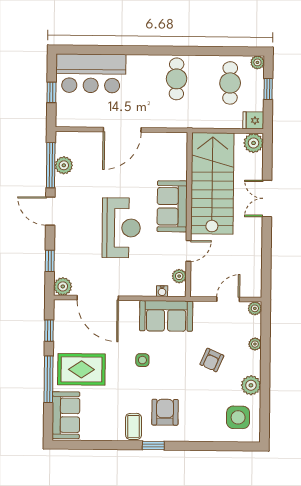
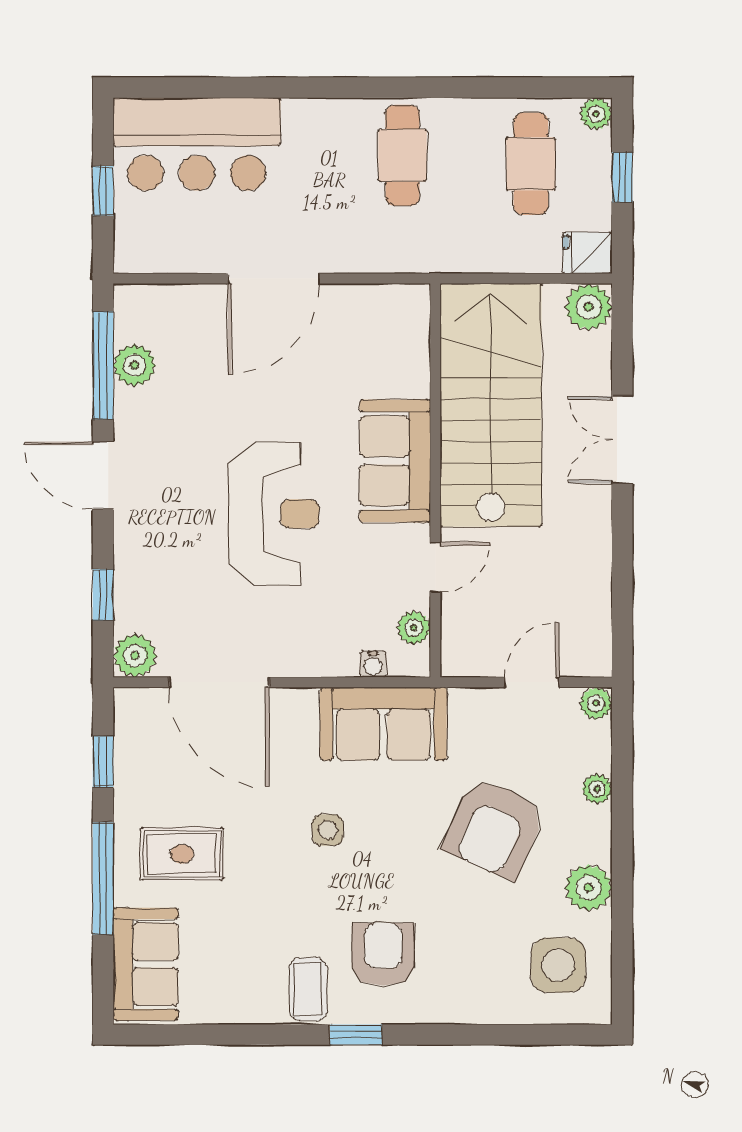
armchair: (212, 360) -> (494, 828), width x1.88, depth x1.88
rug: (81, 369) -> (182, 854), width x0.73, depth x0.70

